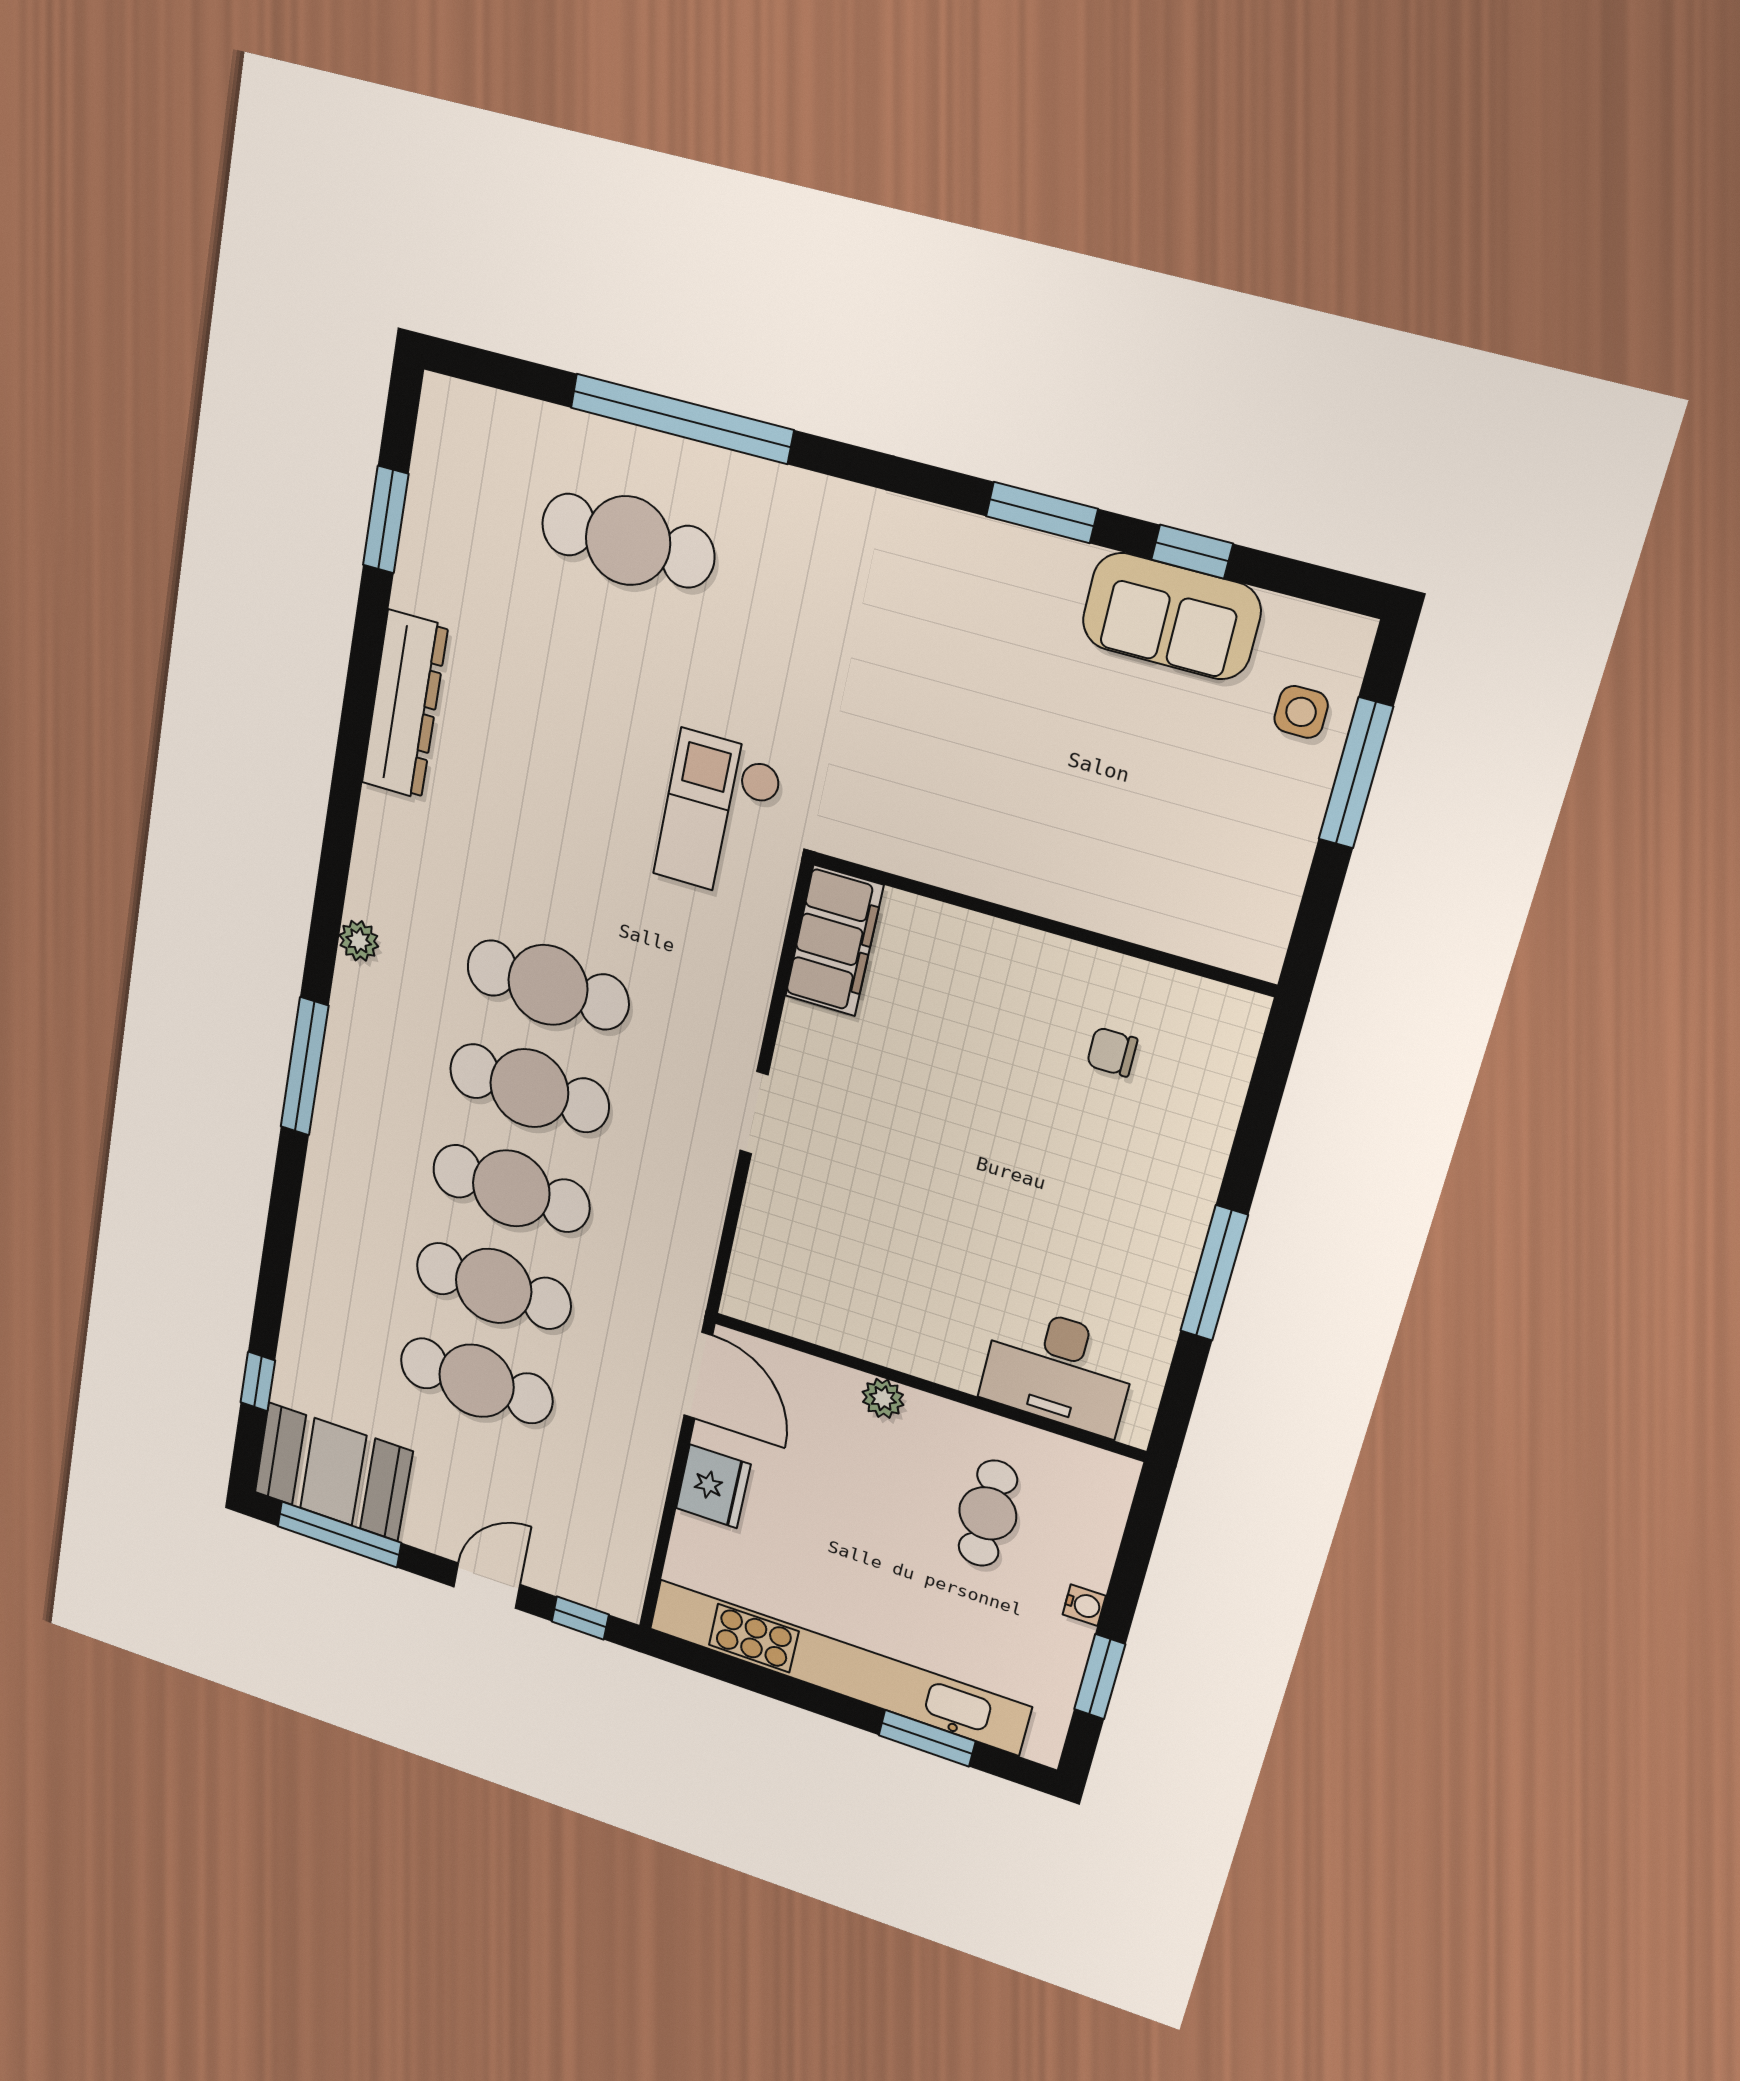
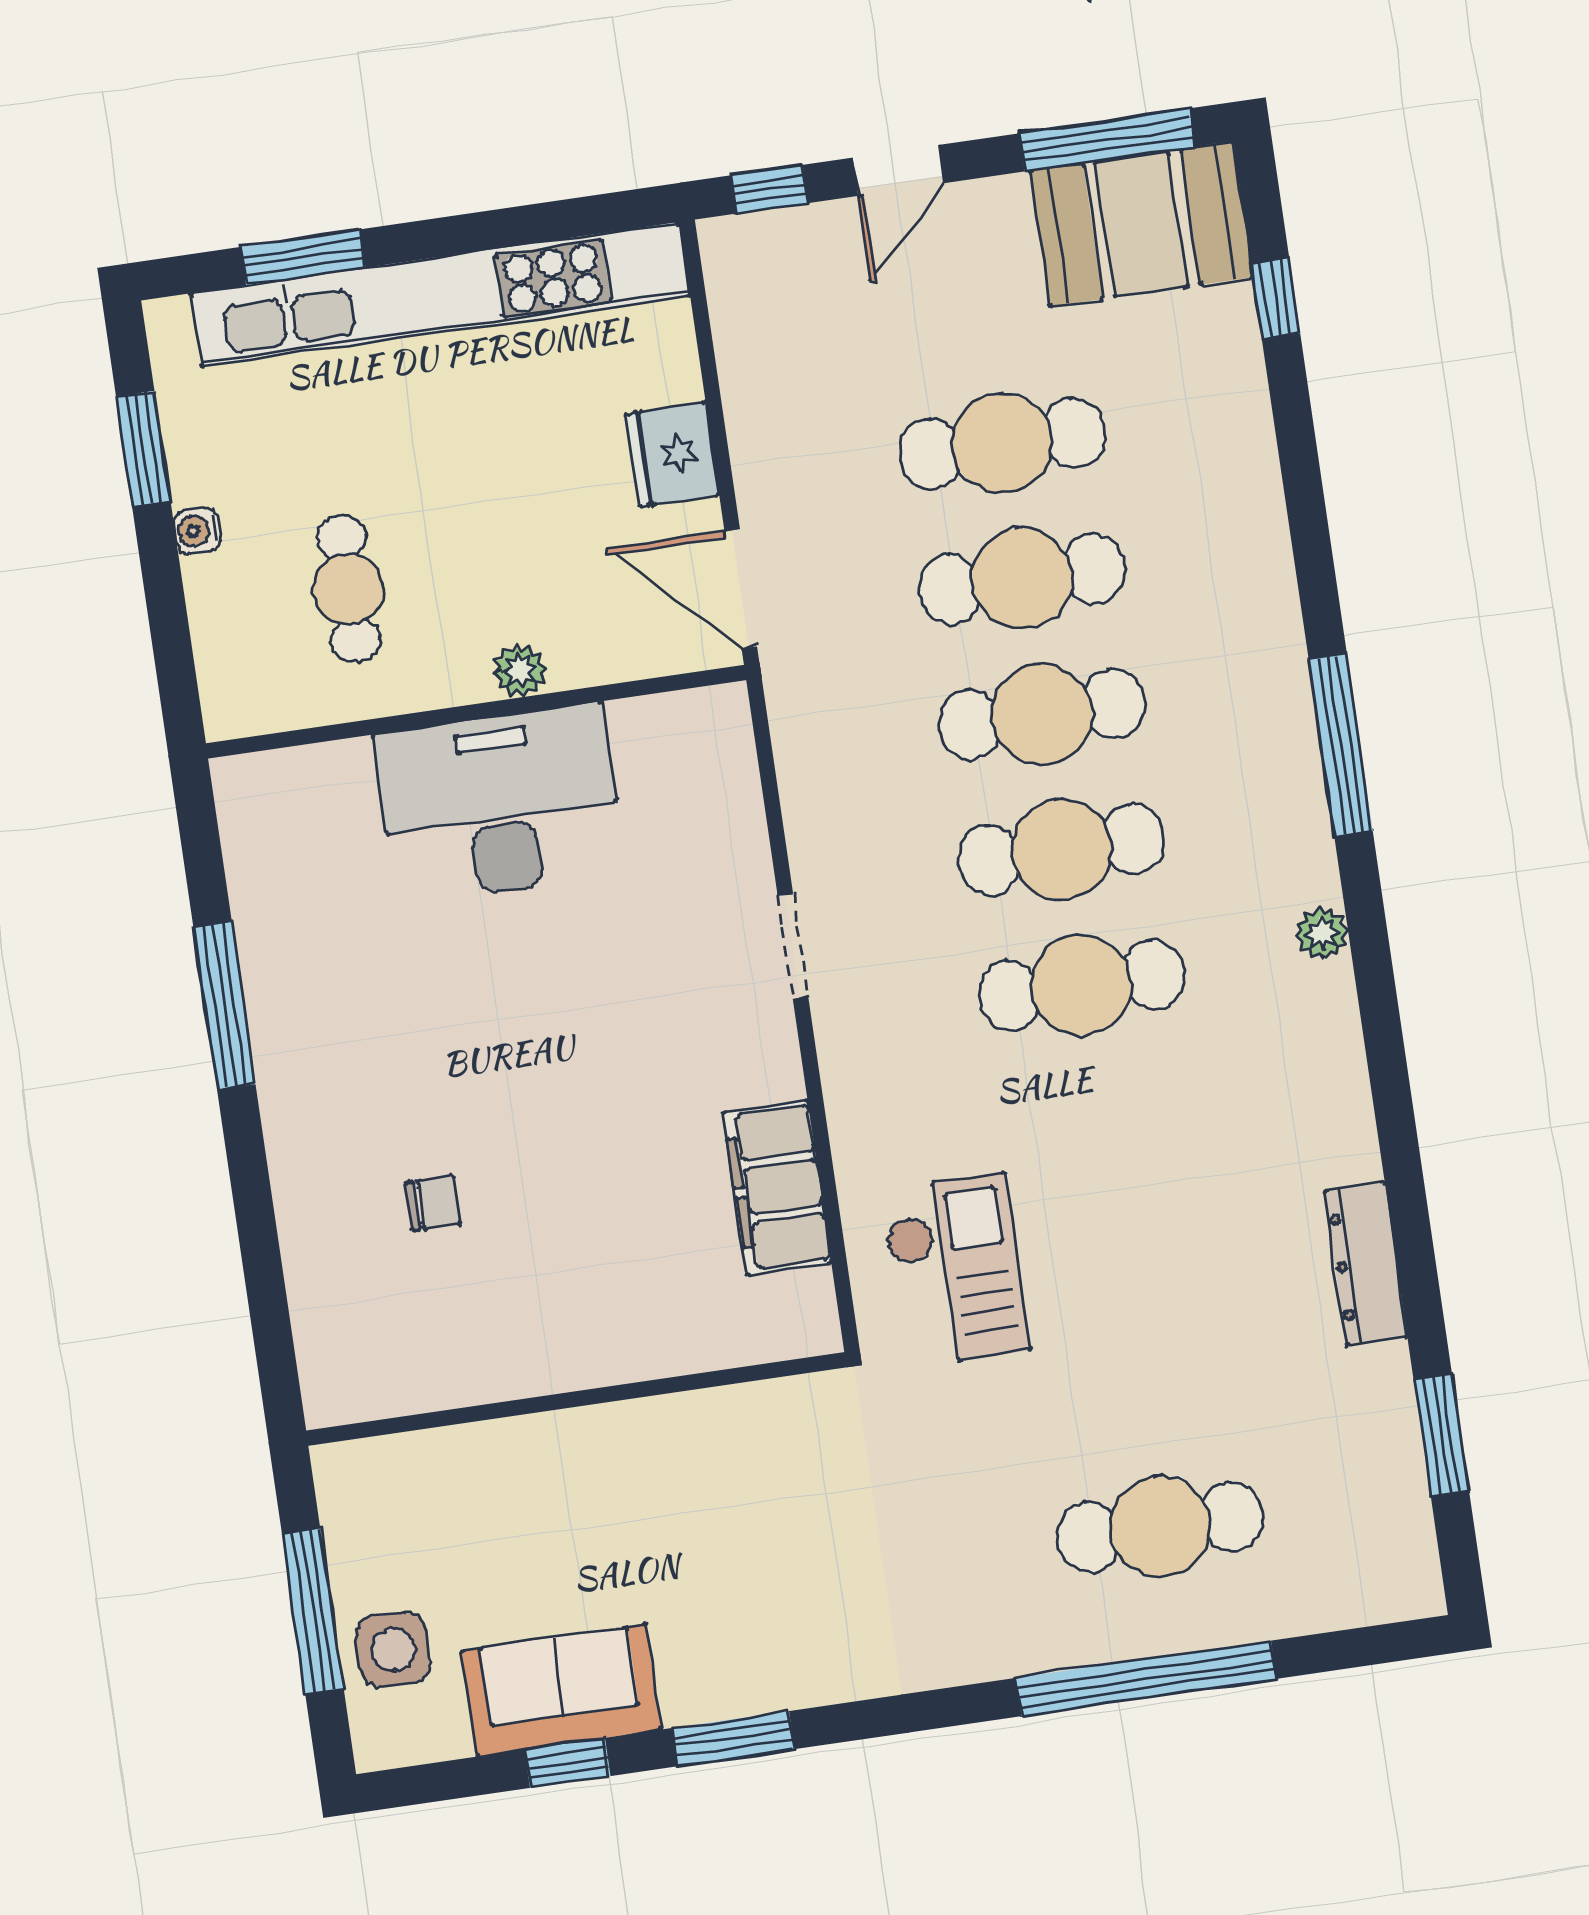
dresser: (405, 705) -> (1366, 1264), width x0.73, depth x0.80
side table: (1301, 712) -> (393, 1650), width x1.37, depth x1.37
wall: (1042, 924) -> (576, 1399), moved
desk: (1058, 1370) -> (500, 804), moved, width x1.36, depth x1.30

